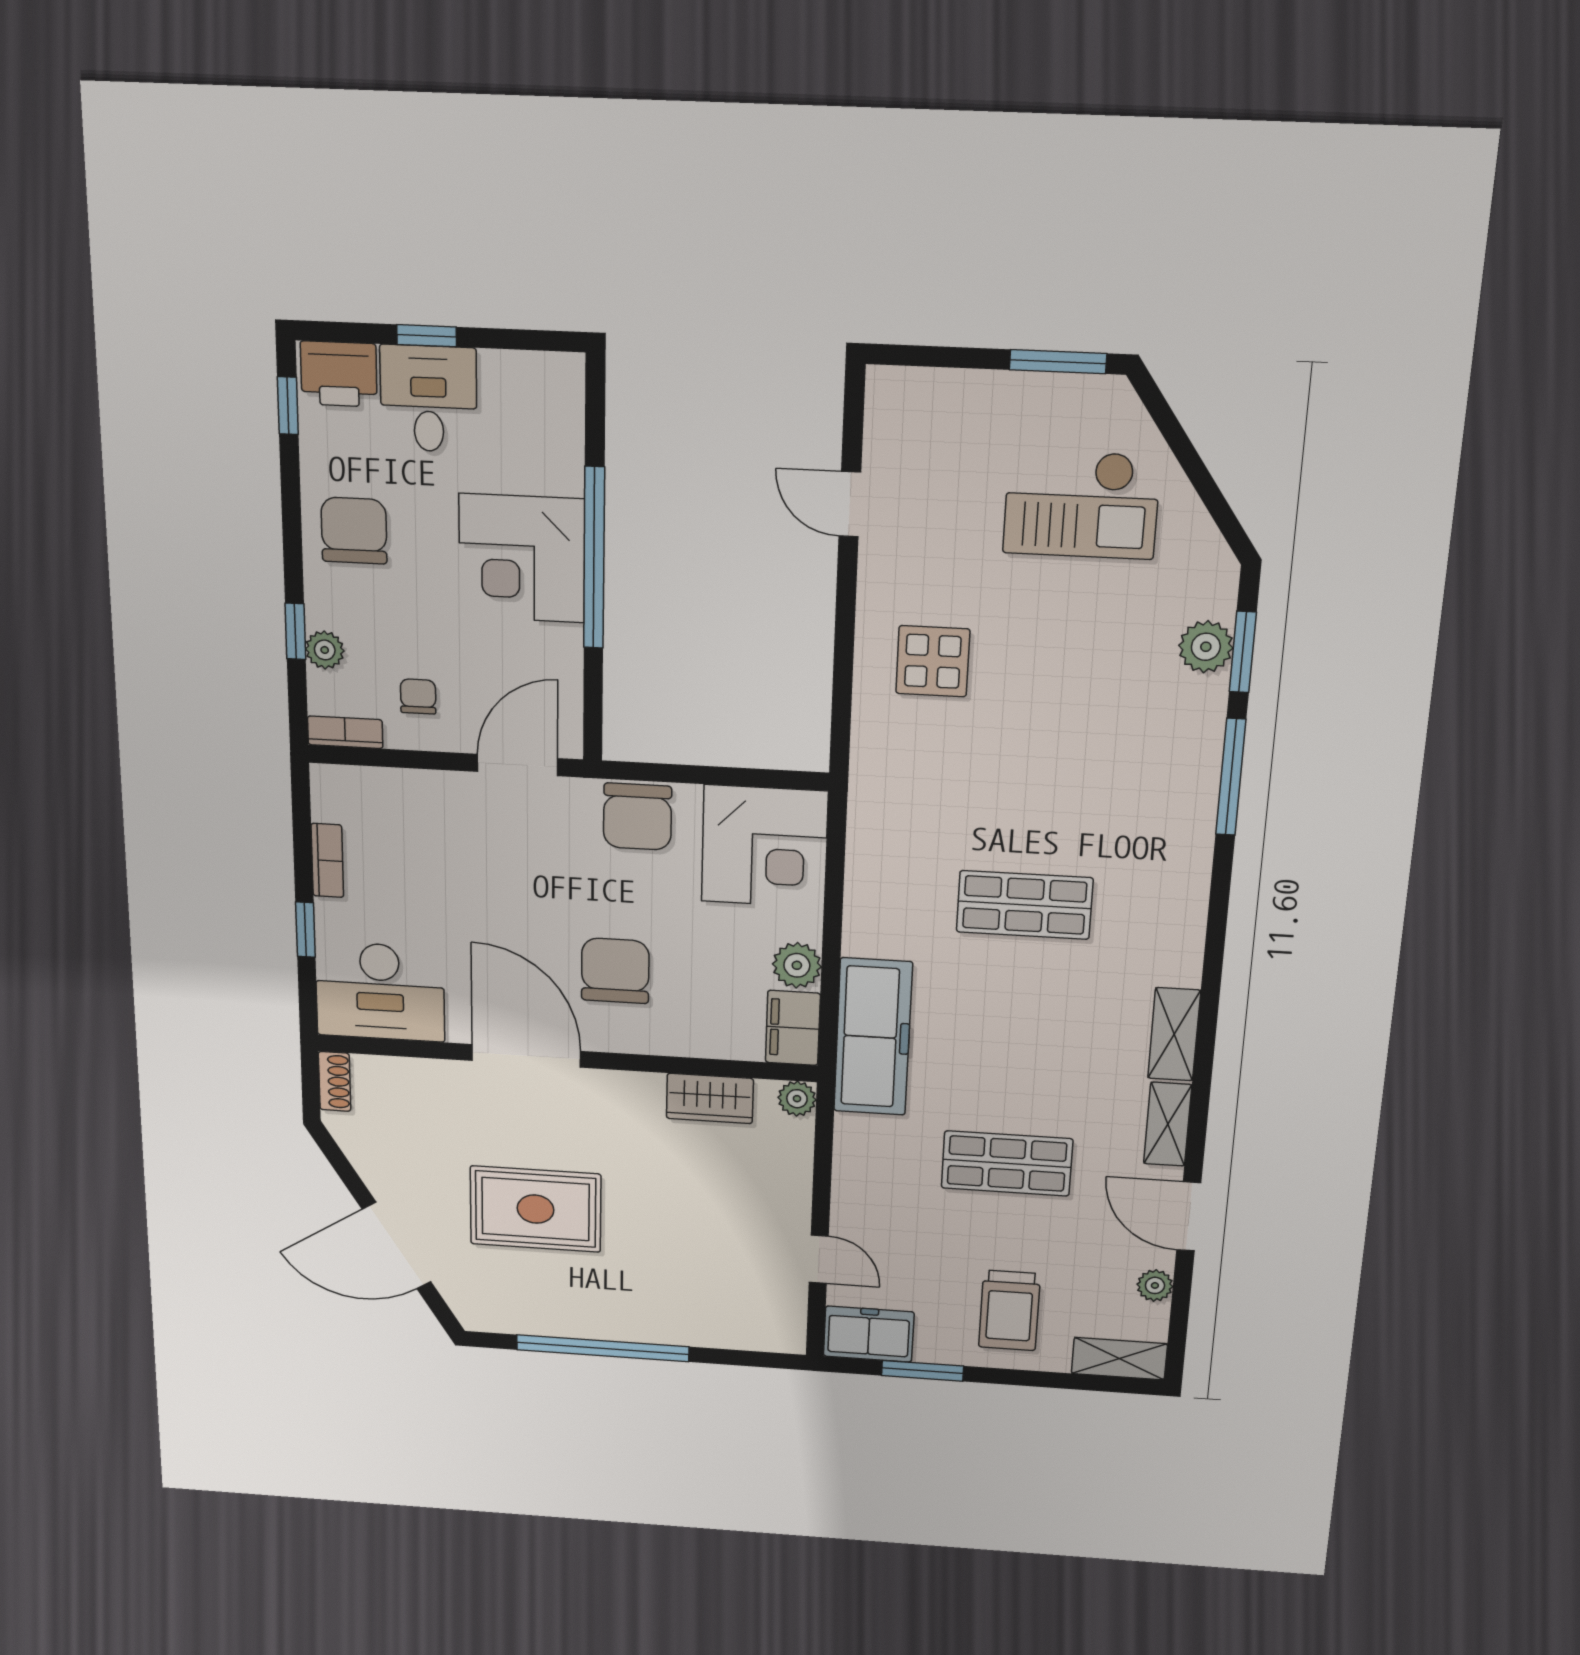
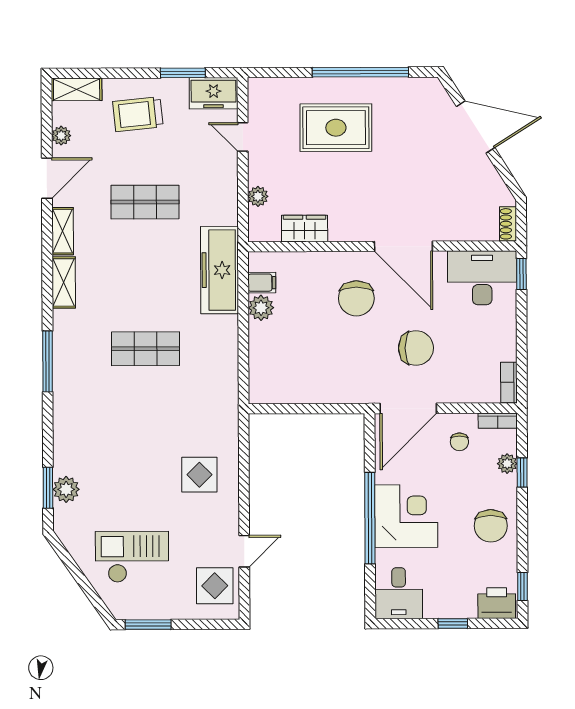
desk: (429, 399) -> (399, 593), moved
display table: (914, 437) -> (215, 586), added
door: (850, 504) -> (244, 551), hinge flipped
door: (518, 765) -> (408, 408), width x1.36
window: (1231, 777) -> (48, 361), moved
chair: (637, 817) -> (416, 348), moved, turned 90
corner desk: (764, 846) -> (280, 372), removed
bookcase: (327, 860) -> (509, 382), moved
window: (305, 930) -> (521, 274), moved
filing cabinet: (793, 1028) -> (262, 283), width x0.50
plant: (797, 1099) -> (258, 196), moved
rug: (536, 1209) -> (336, 128), moved
door: (1189, 1216) -> (47, 178), hinge flipped
trolley: (1009, 1310) -> (138, 114), turned -96

